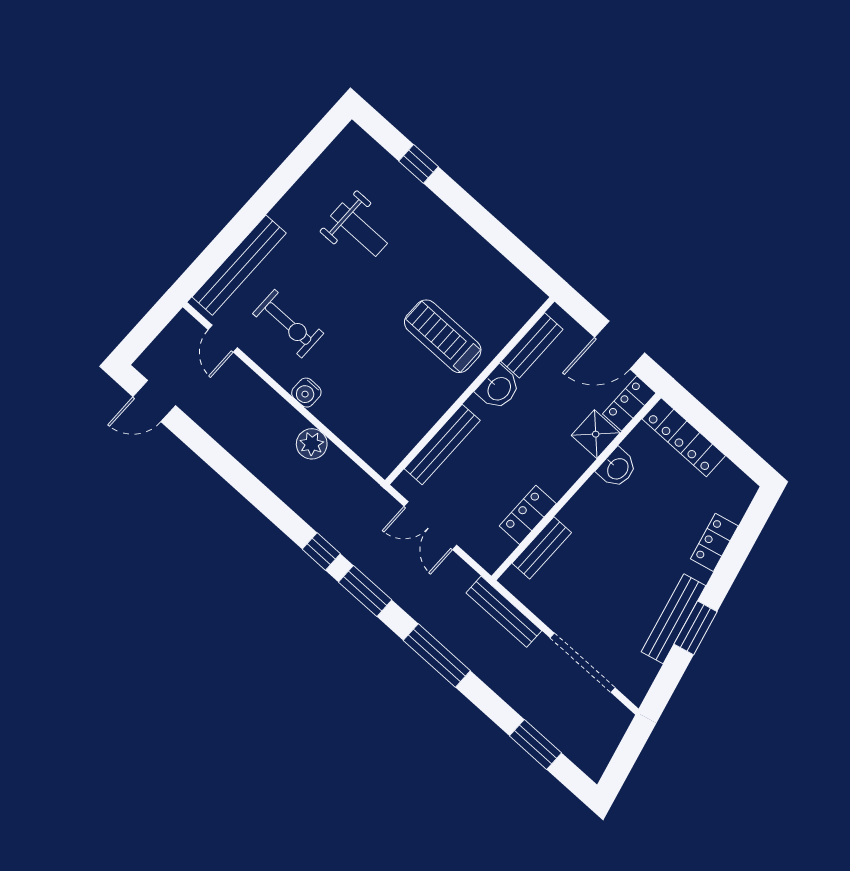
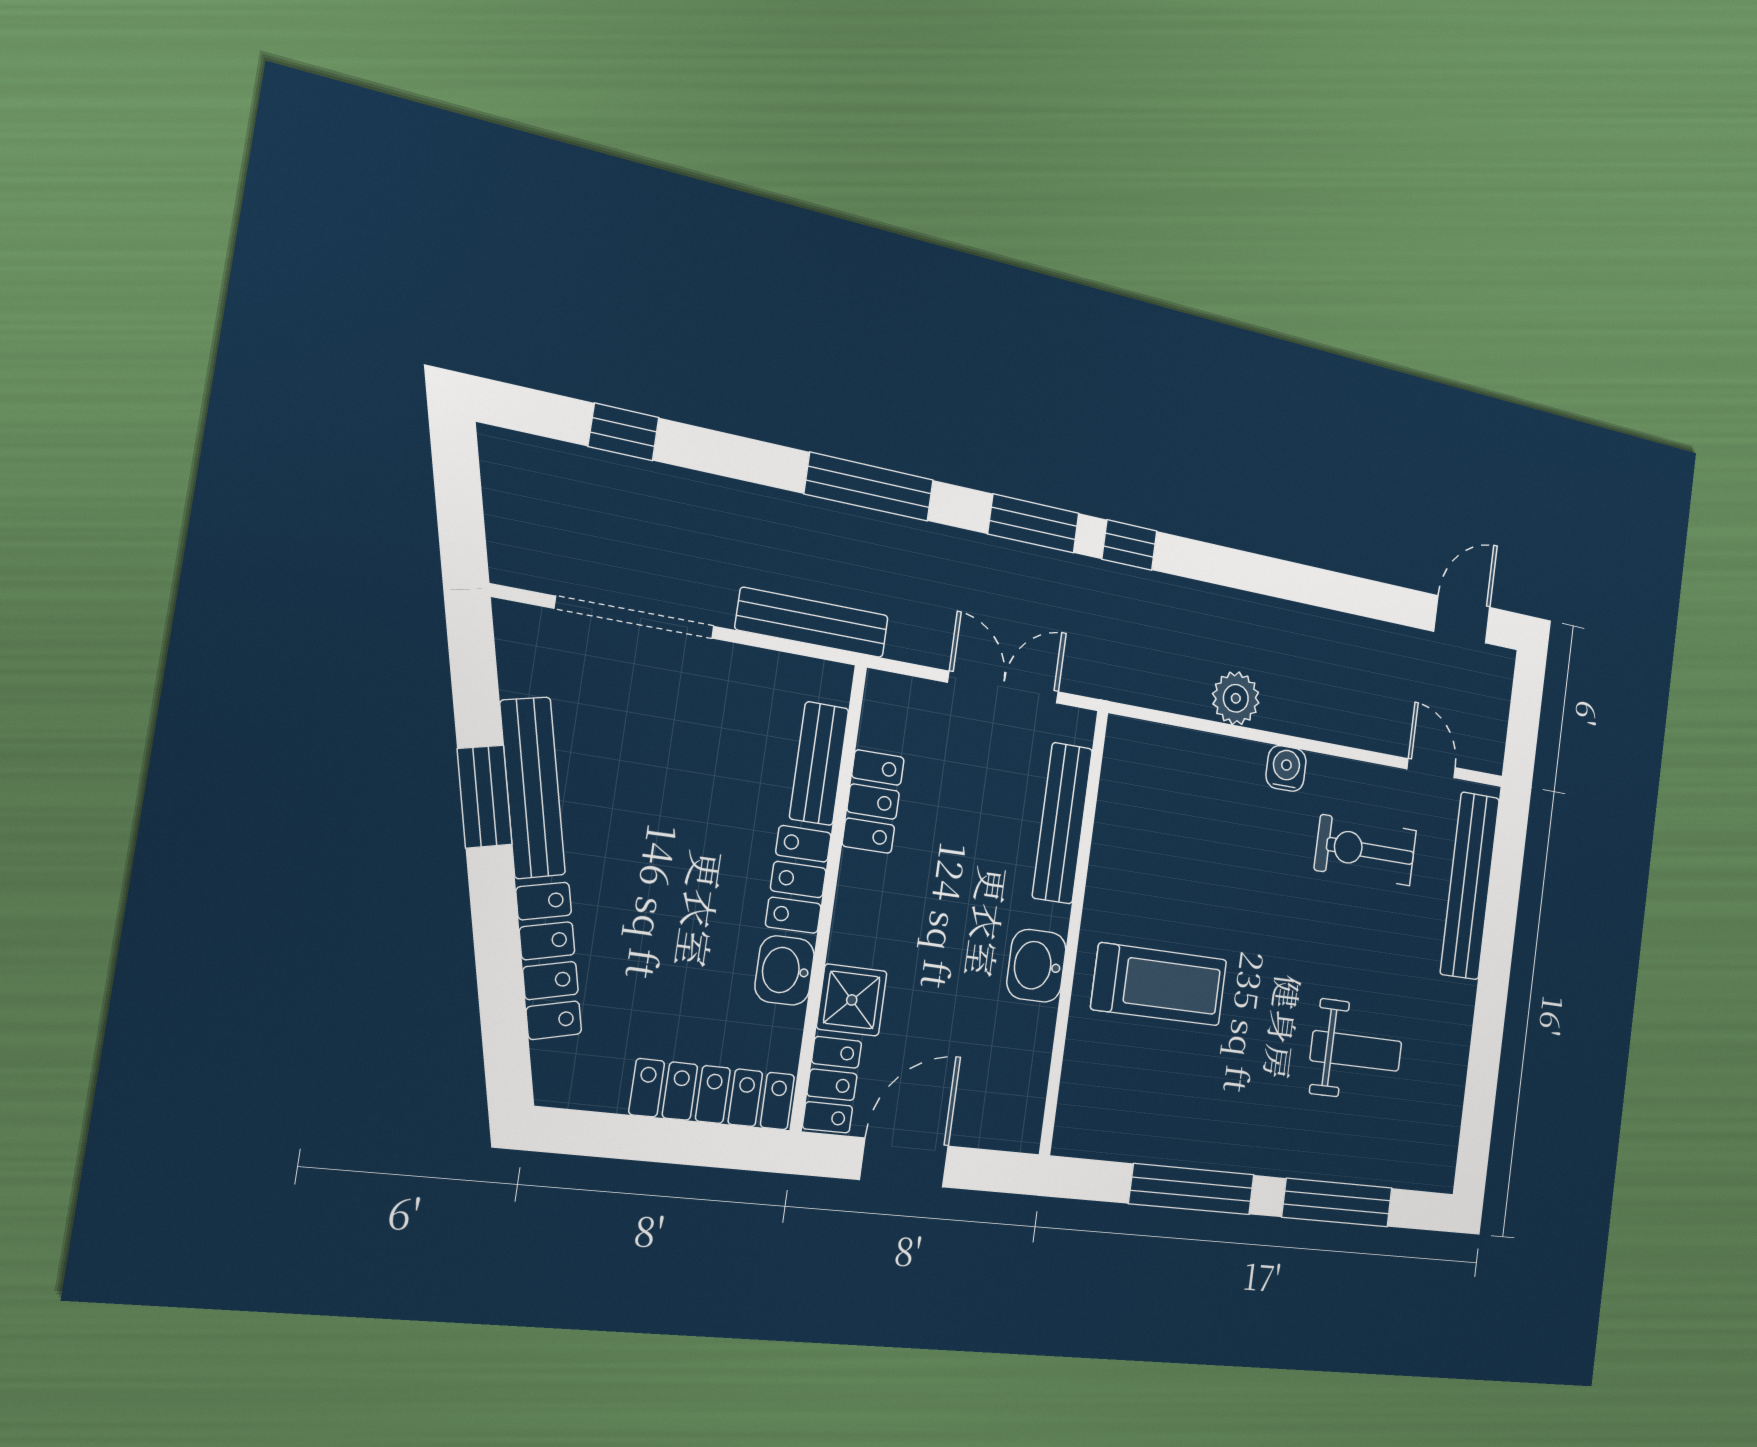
window: (418, 164) -> (1337, 1203), width x2.17
window: (490, 228) -> (1192, 1189), added
weight bench: (359, 230) -> (1356, 1051), turned 180
bench: (532, 345) -> (1030, 1065), removed
locker: (585, 504) -> (798, 879), added
locker: (714, 542) -> (549, 961), width x1.53
window: (536, 744) -> (624, 432), width x0.67

